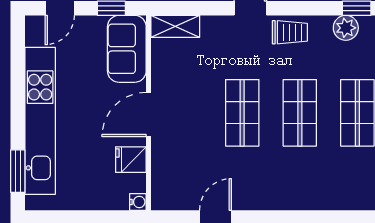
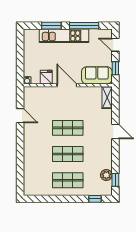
trolley: (290, 32) -> (104, 150), removed
window: (18, 77) -> (84, 26), added
kitchen unit: (40, 121) -> (64, 36), width x0.73
window: (18, 171) -> (51, 26), moved

